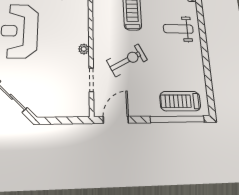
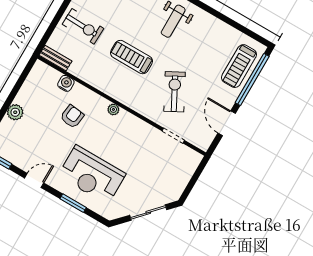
plant: (84, 49) -> (113, 109), moved
door: (116, 120) -> (227, 123), moved

